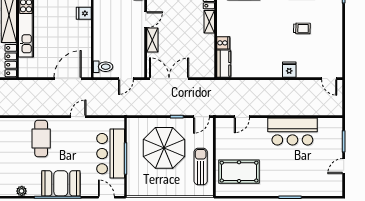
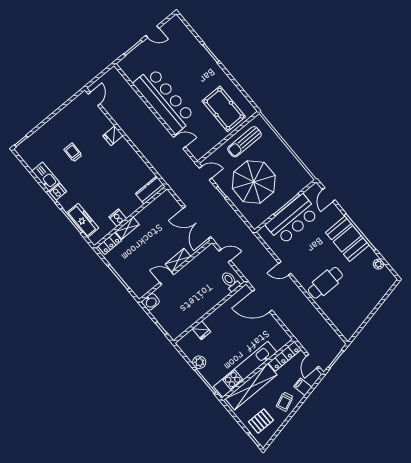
cooker: (223, 43) -> (118, 218), moved
bar counter: (292, 131) -> (164, 100), width x1.36

